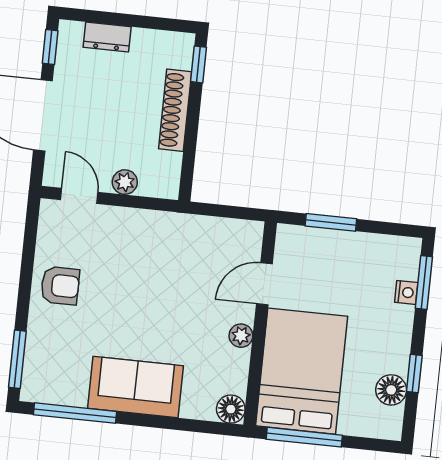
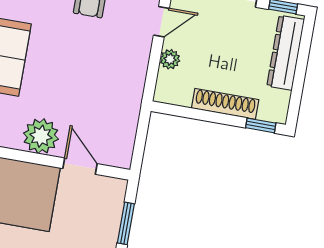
dresser: (107, 37) -> (286, 53), width x1.96, depth x1.24
plant: (241, 336) -> (41, 136), width x1.88, depth x1.88

